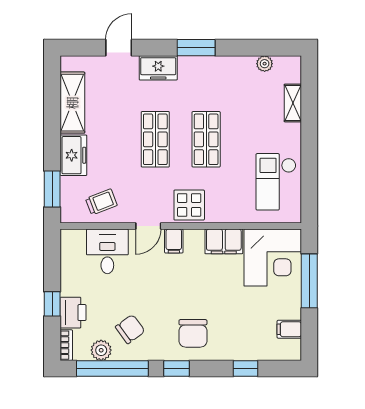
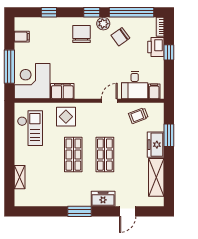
plant: (265, 64) -> (37, 201), removed
window: (52, 189) -> (169, 135), moved
display table: (189, 205) -> (66, 117), moved
filing cabinet: (174, 241) -> (154, 91), moved
plant: (101, 350) -> (103, 24), moved

